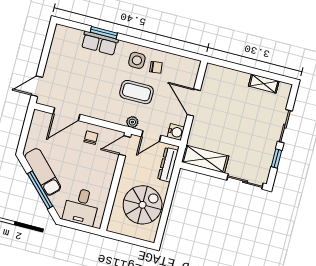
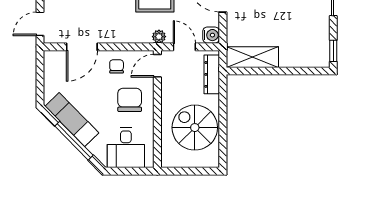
door: (151, 136) -> (184, 47), swing flipped
window: (276, 158) -> (333, 51), moved
chair: (95, 168) -> (130, 100), added
sliding door: (245, 182) -> (304, 71), removed
spiral stairs: (143, 205) -> (195, 128), turned -90

